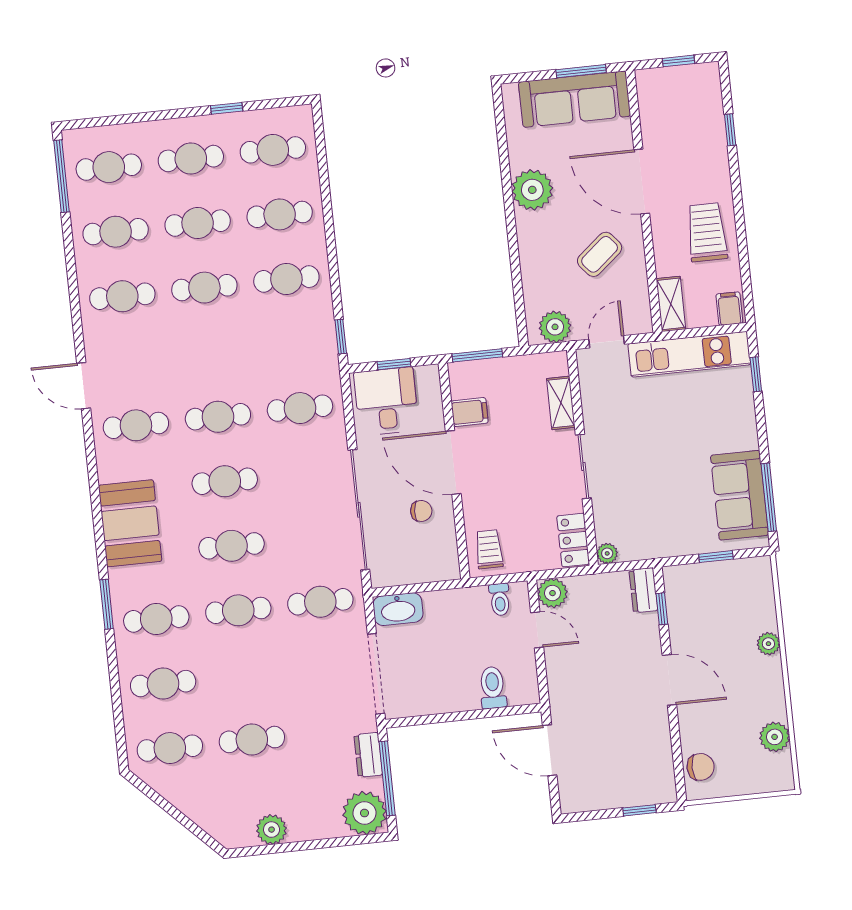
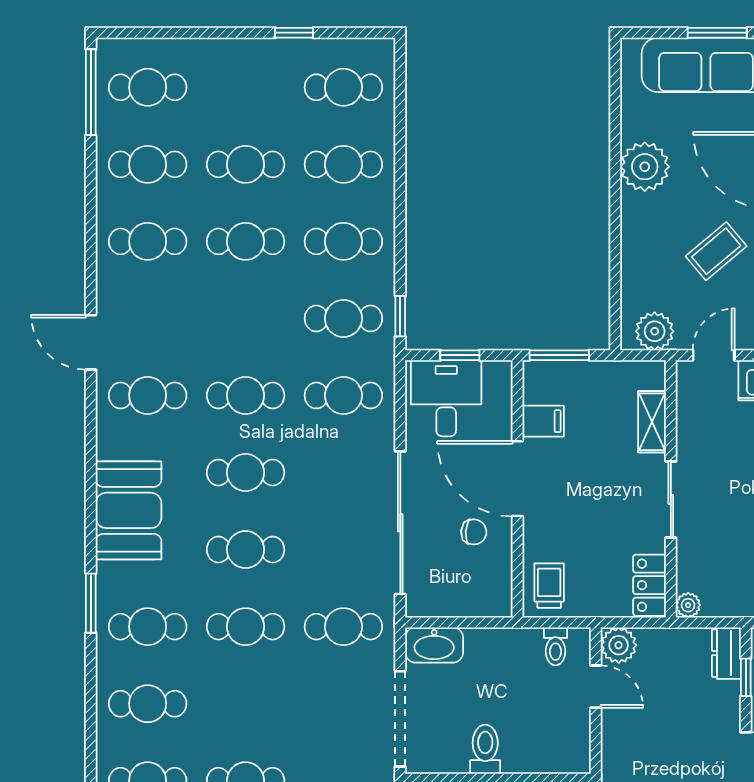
cafe table: (191, 159) -> (343, 318), moved
toilet: (493, 688) -> (485, 749), moved

